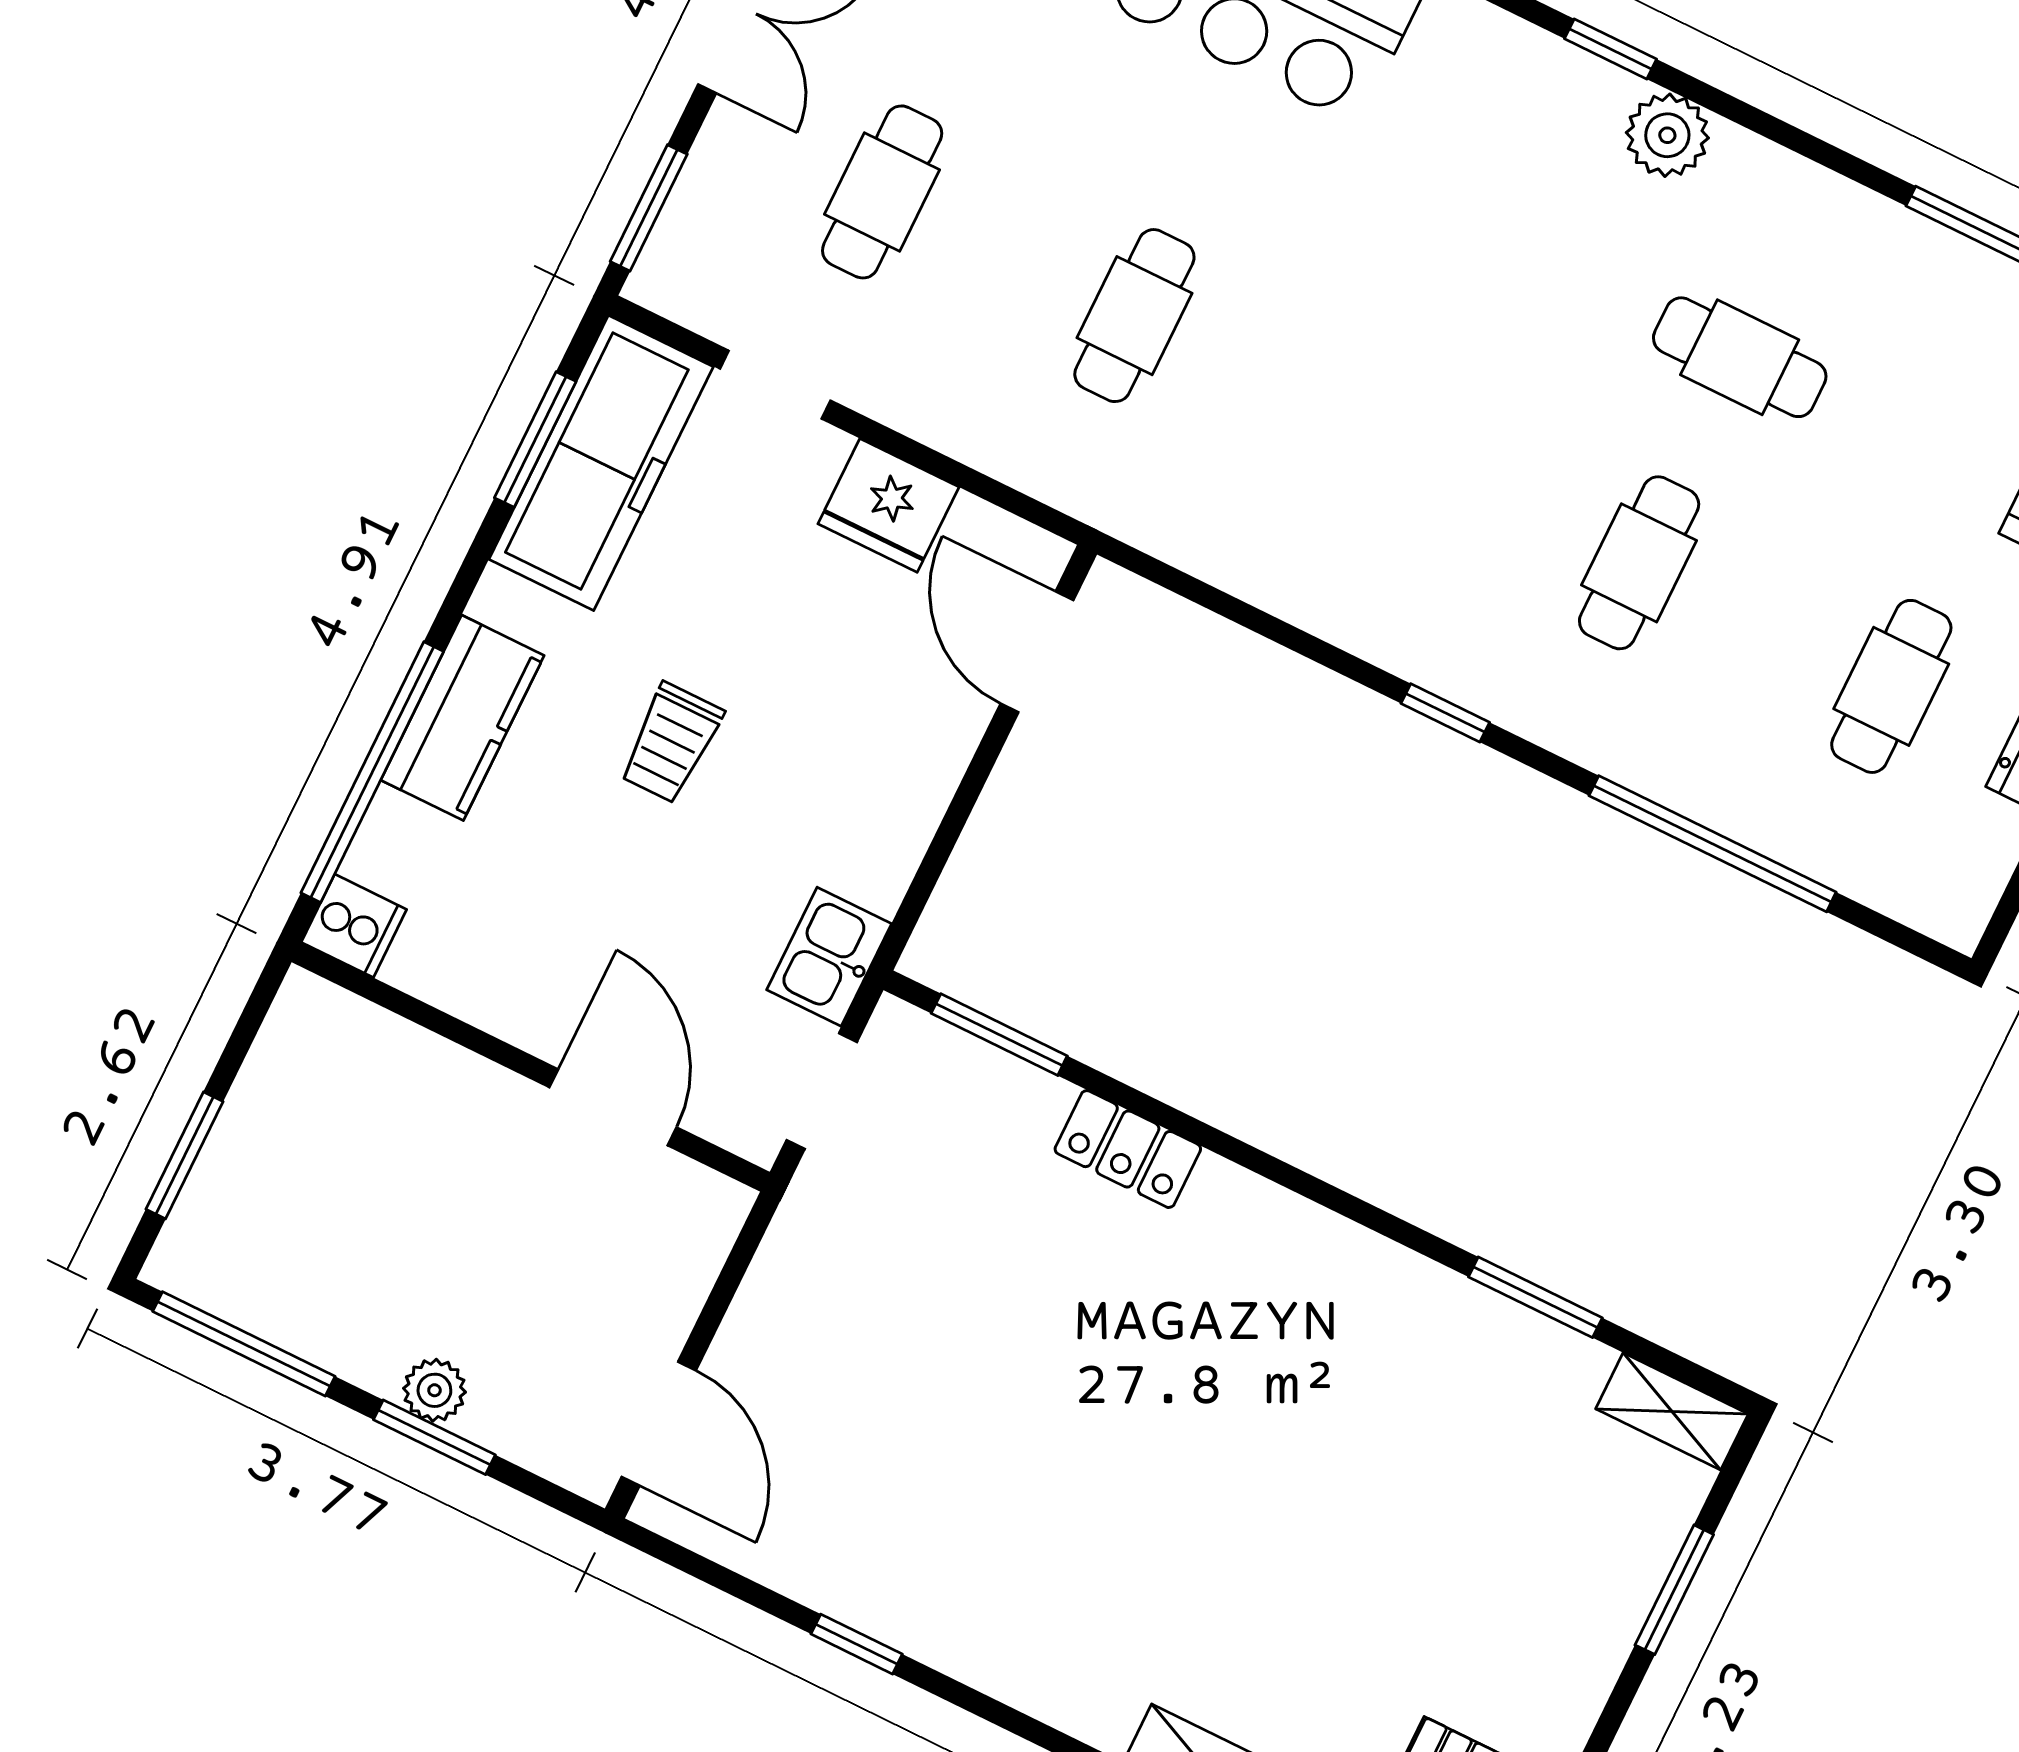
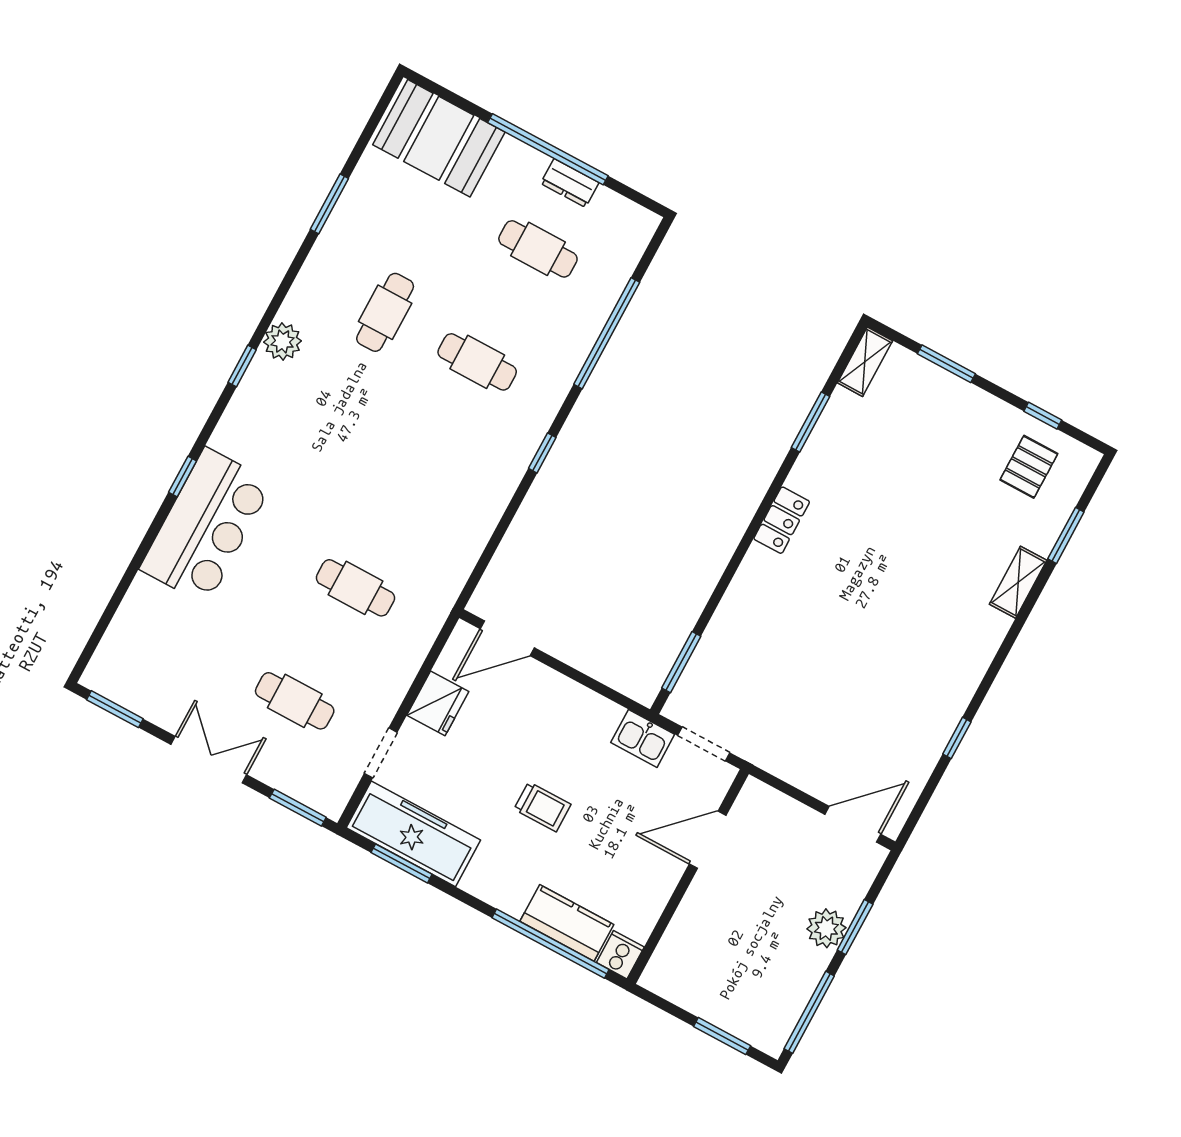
kitchen counter: (462, 718) -> (567, 923), moved
locker: (1128, 1149) -> (782, 520), moved
plant: (434, 1390) -> (826, 928), width x1.38, depth x1.38

